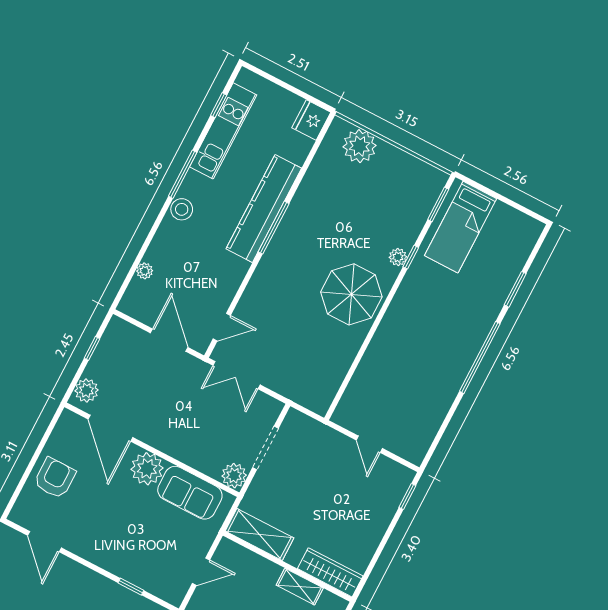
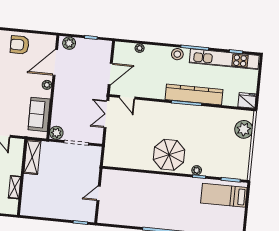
kitchen unit: (223, 131) -> (224, 59), width x1.36
plant: (147, 469) -> (47, 85), width x0.53, depth x0.53
armchair: (55, 478) -> (20, 45), turned 180
wardrobe: (330, 572) -> (28, 199), removed

